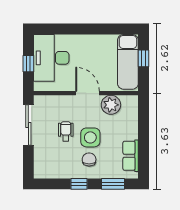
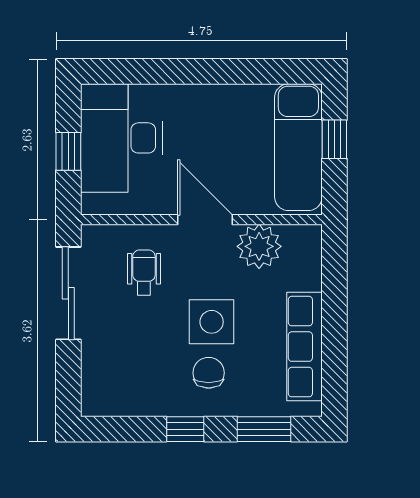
wheelchair: (66, 131) -> (144, 272), moved
row of seats: (131, 156) -> (305, 347), width x1.48

